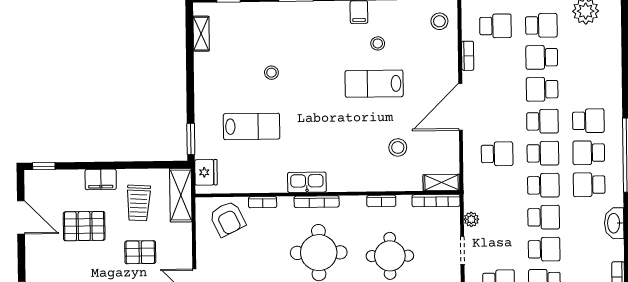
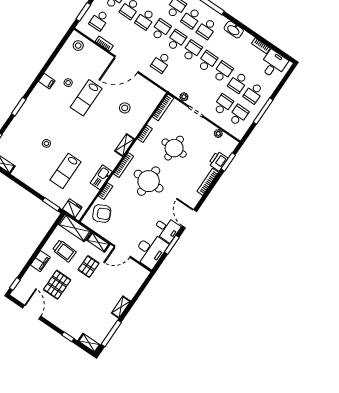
school desk: (495, 26) -> (99, 20), turned 180
door: (461, 107) -> (126, 64), hinge flipped
lab bench: (252, 126) -> (66, 171), turned 180
school desk: (497, 154) -> (161, 62), turned 180
kitchen sink: (307, 182) -> (101, 177), moved
shelving: (441, 183) -> (125, 145), moved
door: (21, 217) -> (32, 312), hinge flipped
shelving: (184, 242) -> (98, 242), added

